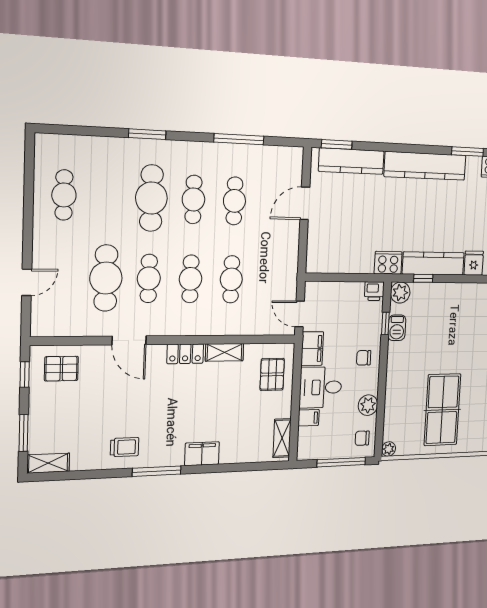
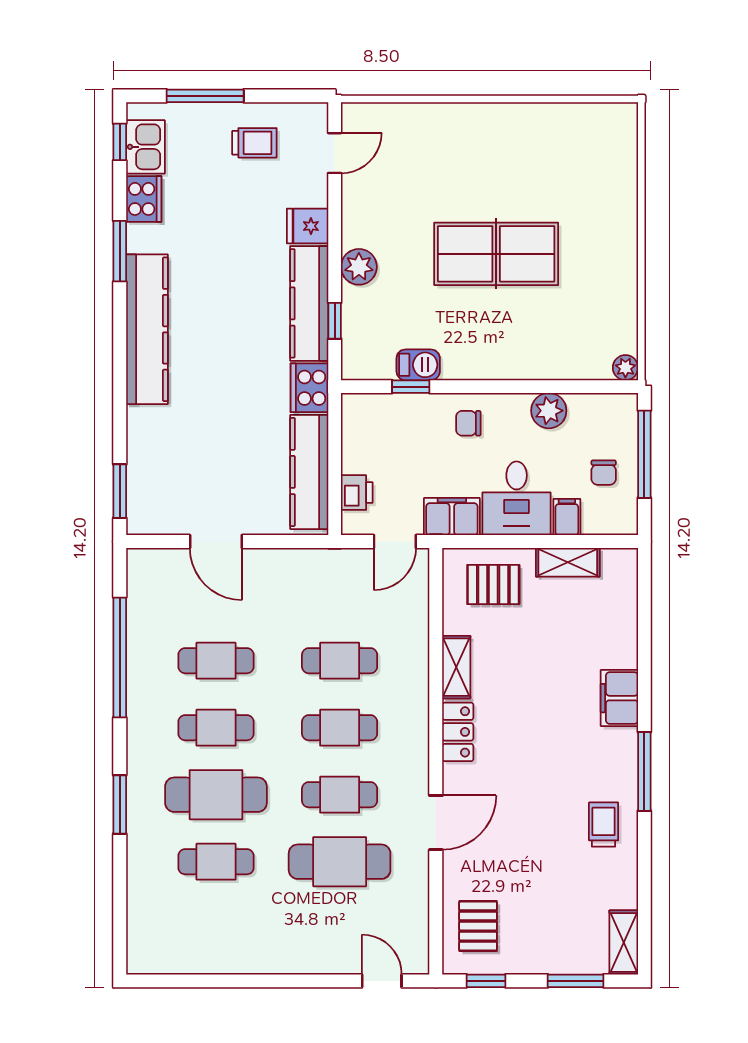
window: (239, 139) -> (120, 657), width x1.46
kitchen counter: (351, 161) -> (309, 472), moved, turned 180
cafe table: (64, 195) -> (216, 862), moved
door: (27, 282) -> (382, 981), moved
printer: (374, 291) -> (357, 493), moved
plant: (400, 293) -> (359, 267), moved
chair: (364, 358) -> (468, 423), turned 90
table tennis table: (442, 410) -> (496, 254), moved
shelving: (282, 438) -> (568, 562), moved
chair: (362, 438) -> (604, 473), moved

